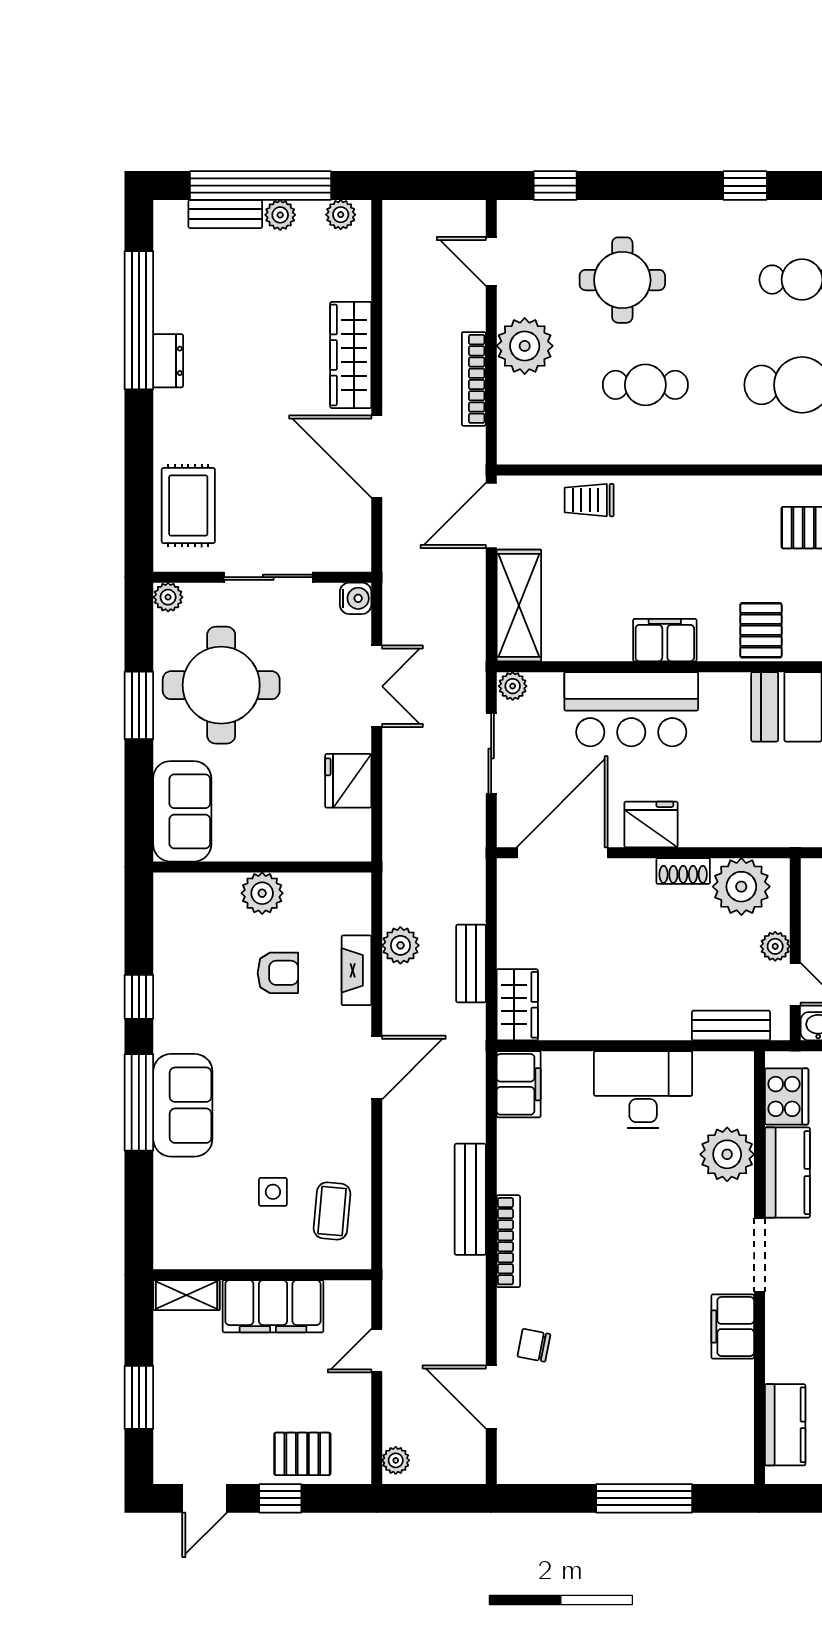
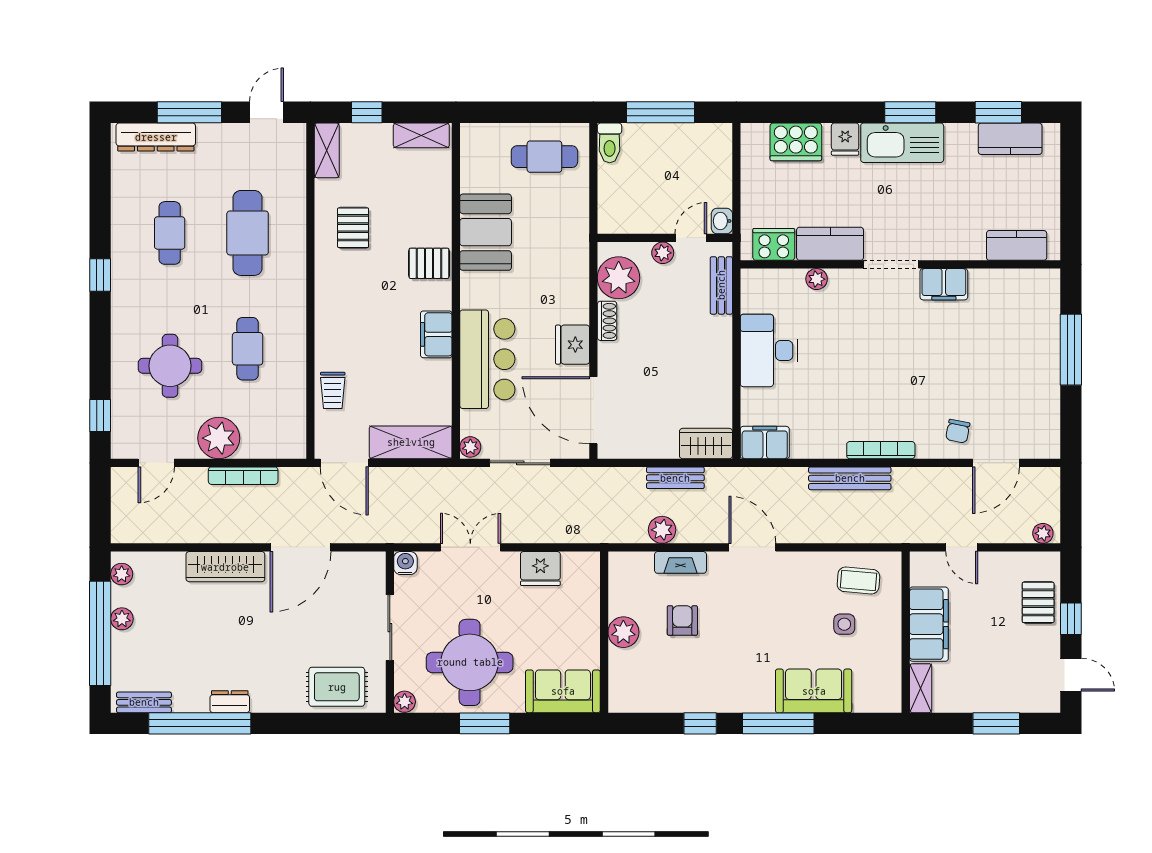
bench: (225, 214) -> (144, 702), moved, turned 90
sofa: (183, 1105) -> (814, 691), moved
plant: (727, 1154) -> (817, 279), width x0.53, depth x0.53

